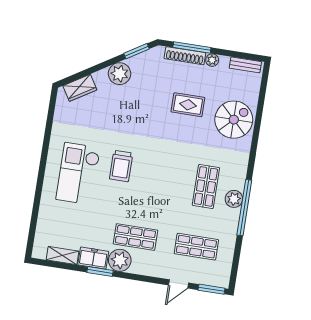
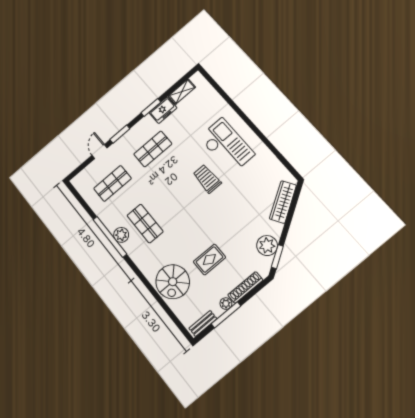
window: (192, 47) -> (226, 315), moved
plant: (120, 74) -> (267, 246), moved
wardrobe: (80, 88) -> (283, 202), width x1.50
plant: (120, 260) -> (147, 126), removed
window: (211, 289) -> (120, 134), moved

